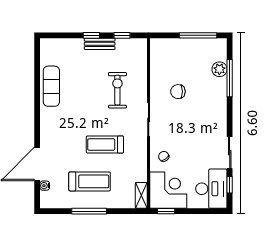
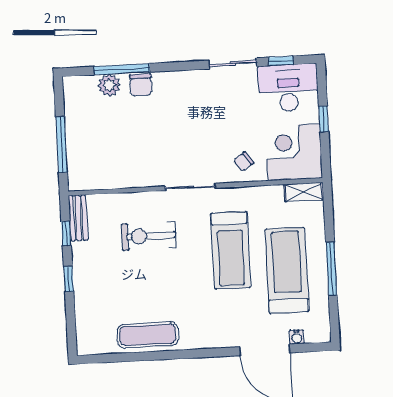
window: (198, 35) -> (62, 145), moved
bench: (100, 44) -> (78, 218), moved
chair: (178, 92) -> (141, 85), moved
treadmill: (105, 145) -> (231, 250), width x1.37, depth x1.38
treadmill: (90, 181) -> (287, 270), width x1.37, depth x1.38
window: (166, 211) -> (324, 119), moved

